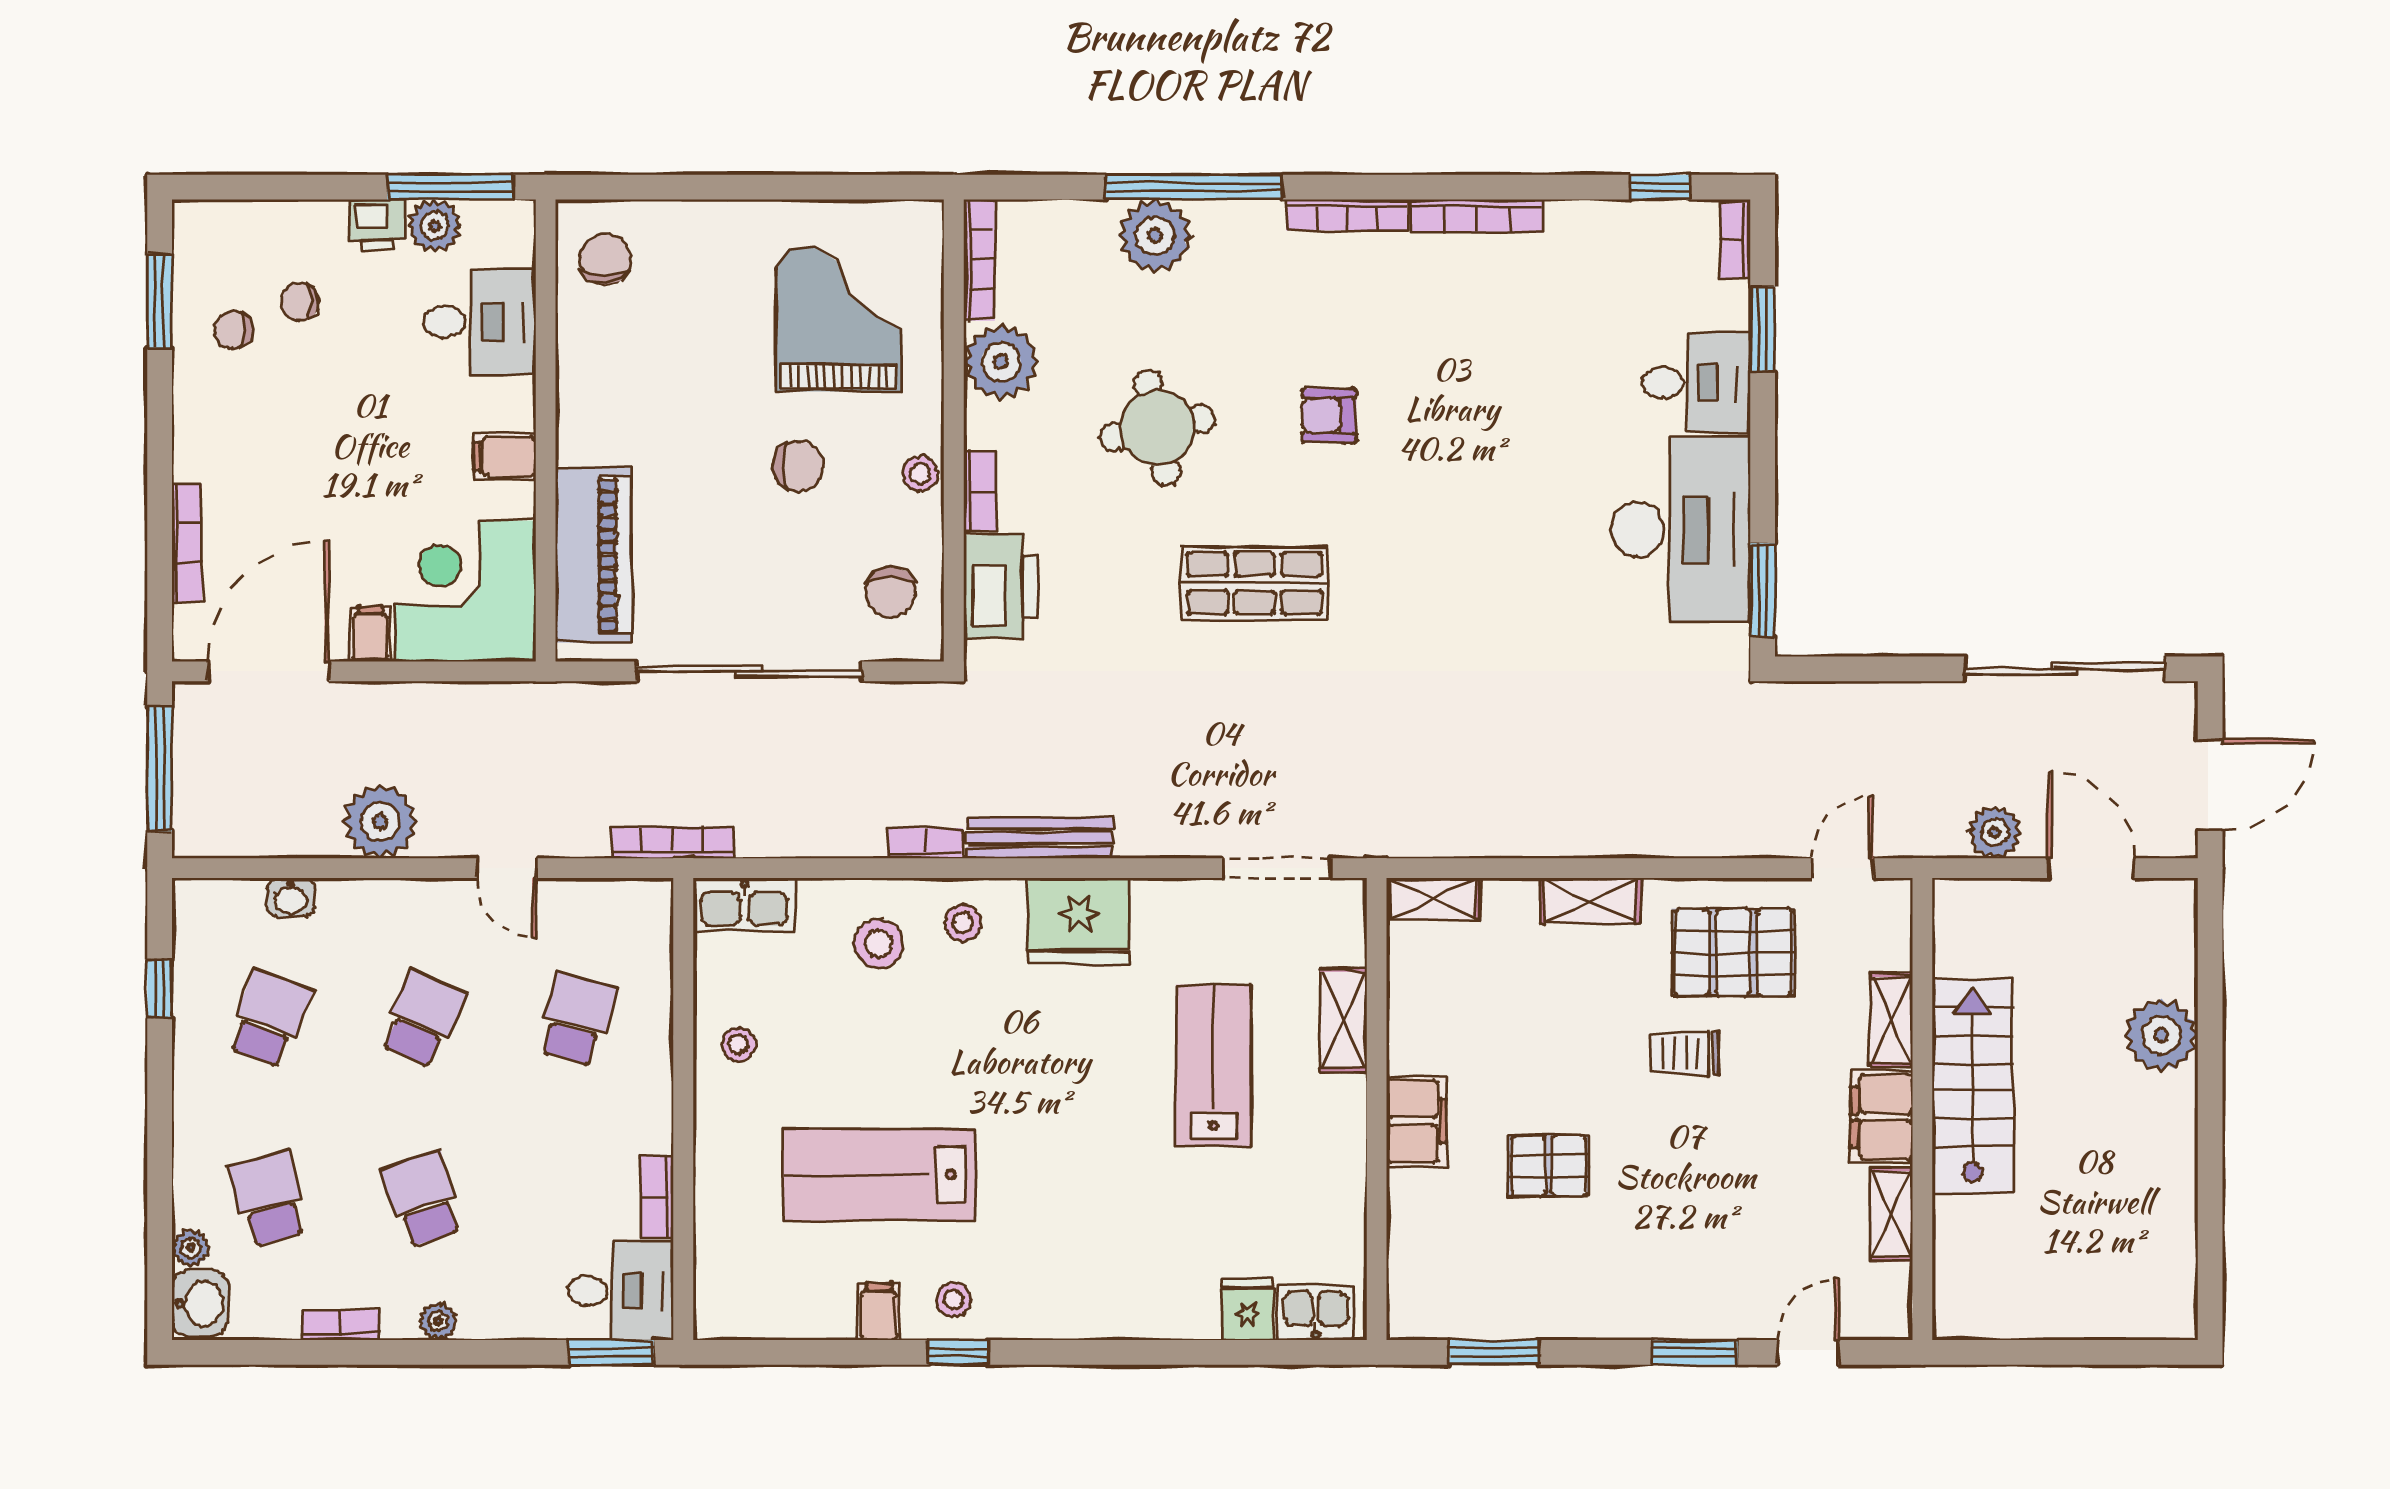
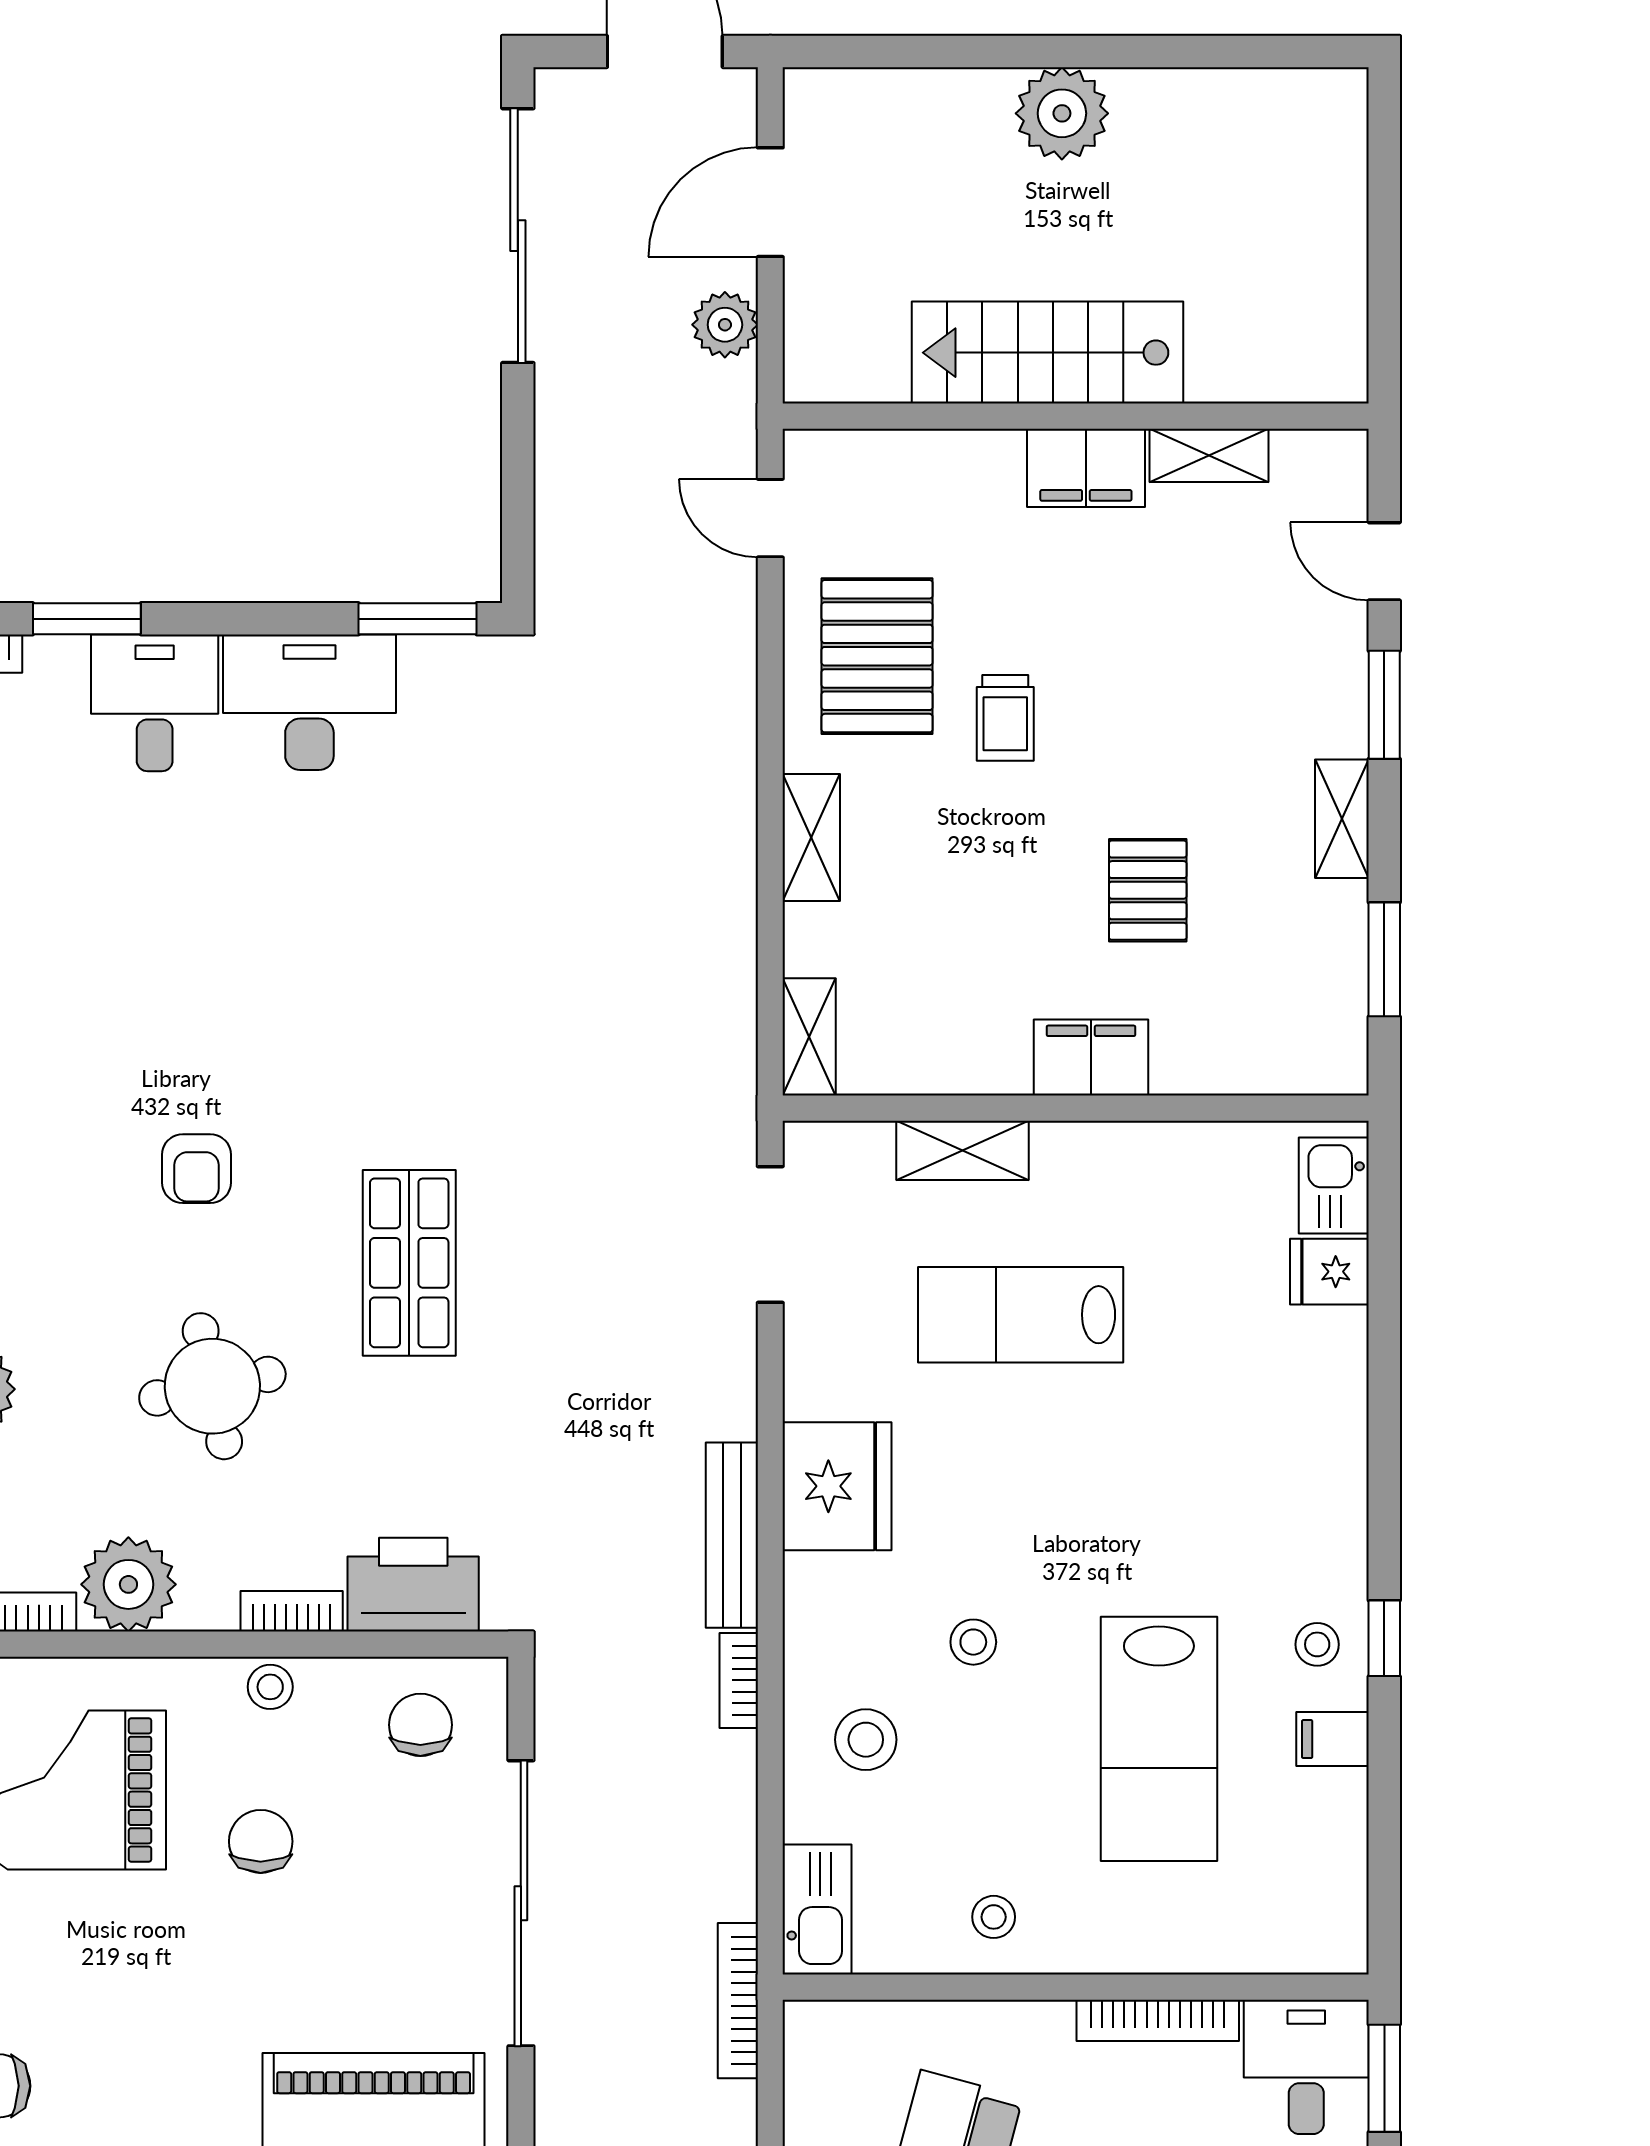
desk: (1681, 529) -> (309, 702), width x0.73, depth x0.77
chair: (890, 592) -> (420, 1725), turned -90
stool: (963, 923) -> (973, 1642), moved
shelving: (1891, 1020) -> (1342, 819), moved, turned 90
plant: (2161, 1035) -> (1062, 113), moved
bookcase: (657, 1197) -> (1158, 2020), width x1.56

